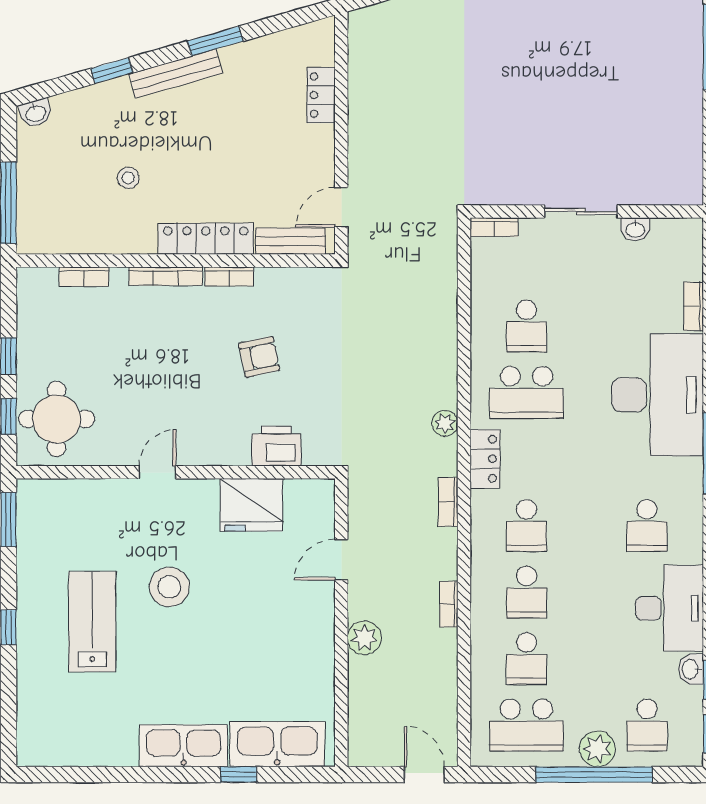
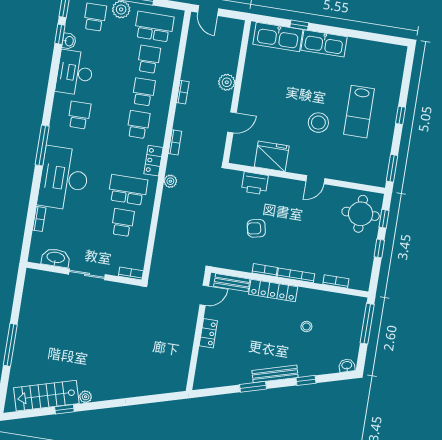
locker: (321, 95) -> (208, 333), moved
washbasin: (635, 229) -> (56, 258), width x1.91, depth x1.45

